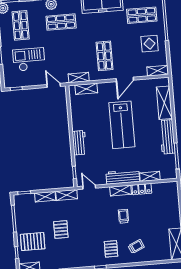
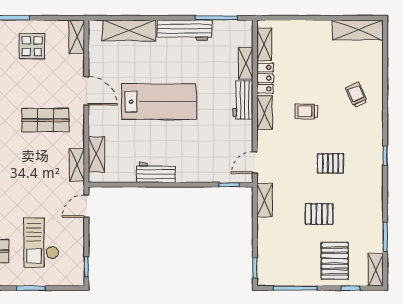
workbench: (79, 143) -> (156, 173), moved
workbench: (123, 177) -> (243, 100), width x0.73
shelving: (45, 197) -> (264, 44), moved
pallet: (111, 249) -> (330, 163), moved

